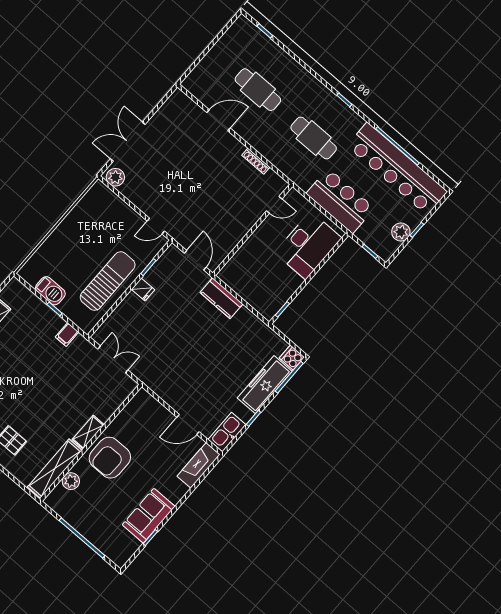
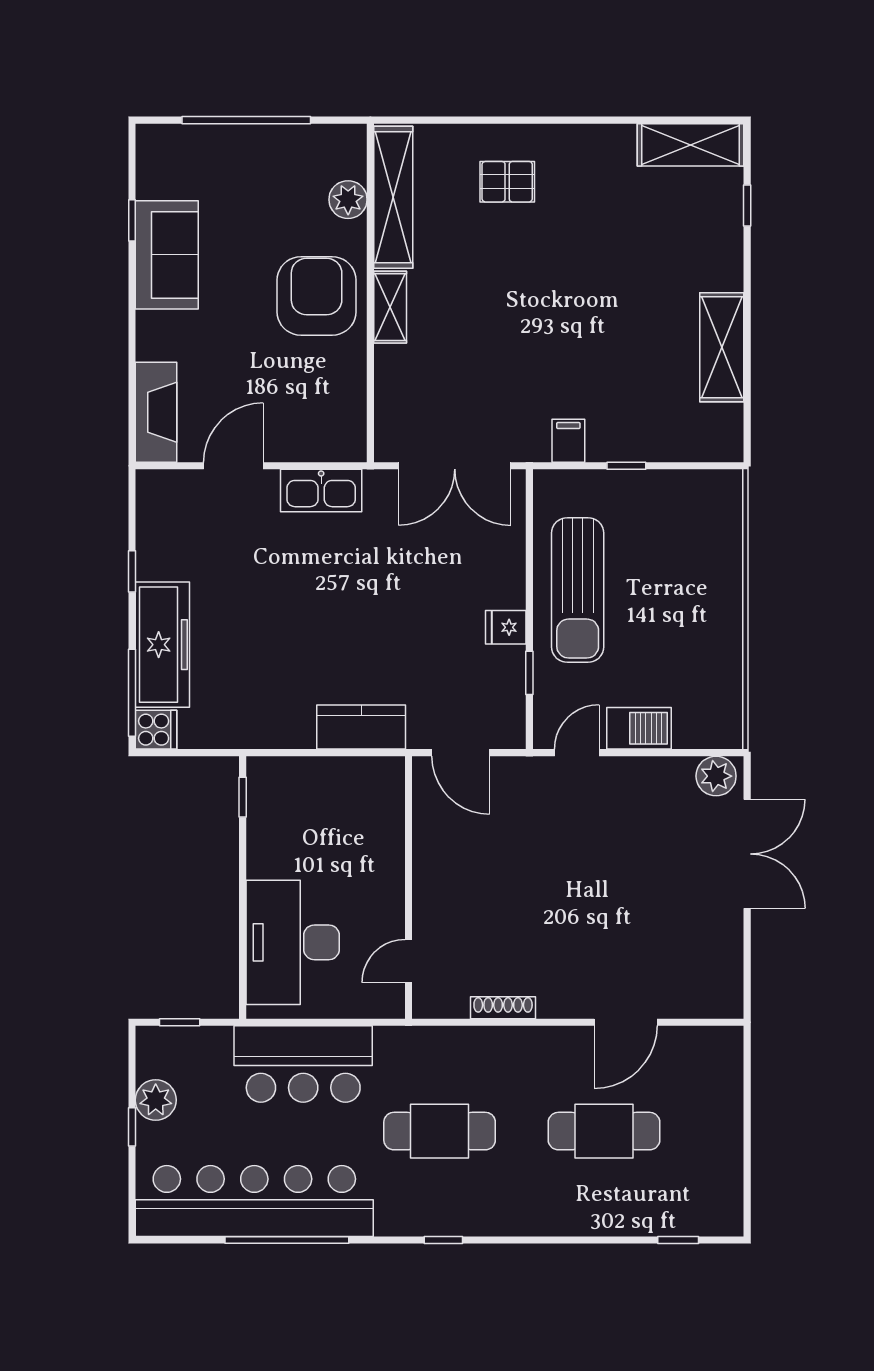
barbecue: (50, 291) -> (639, 728), moved, turned 180
double door: (113, 359) -> (455, 466), width x1.37
kitchen sink: (227, 432) -> (321, 491), moved, turned 90

